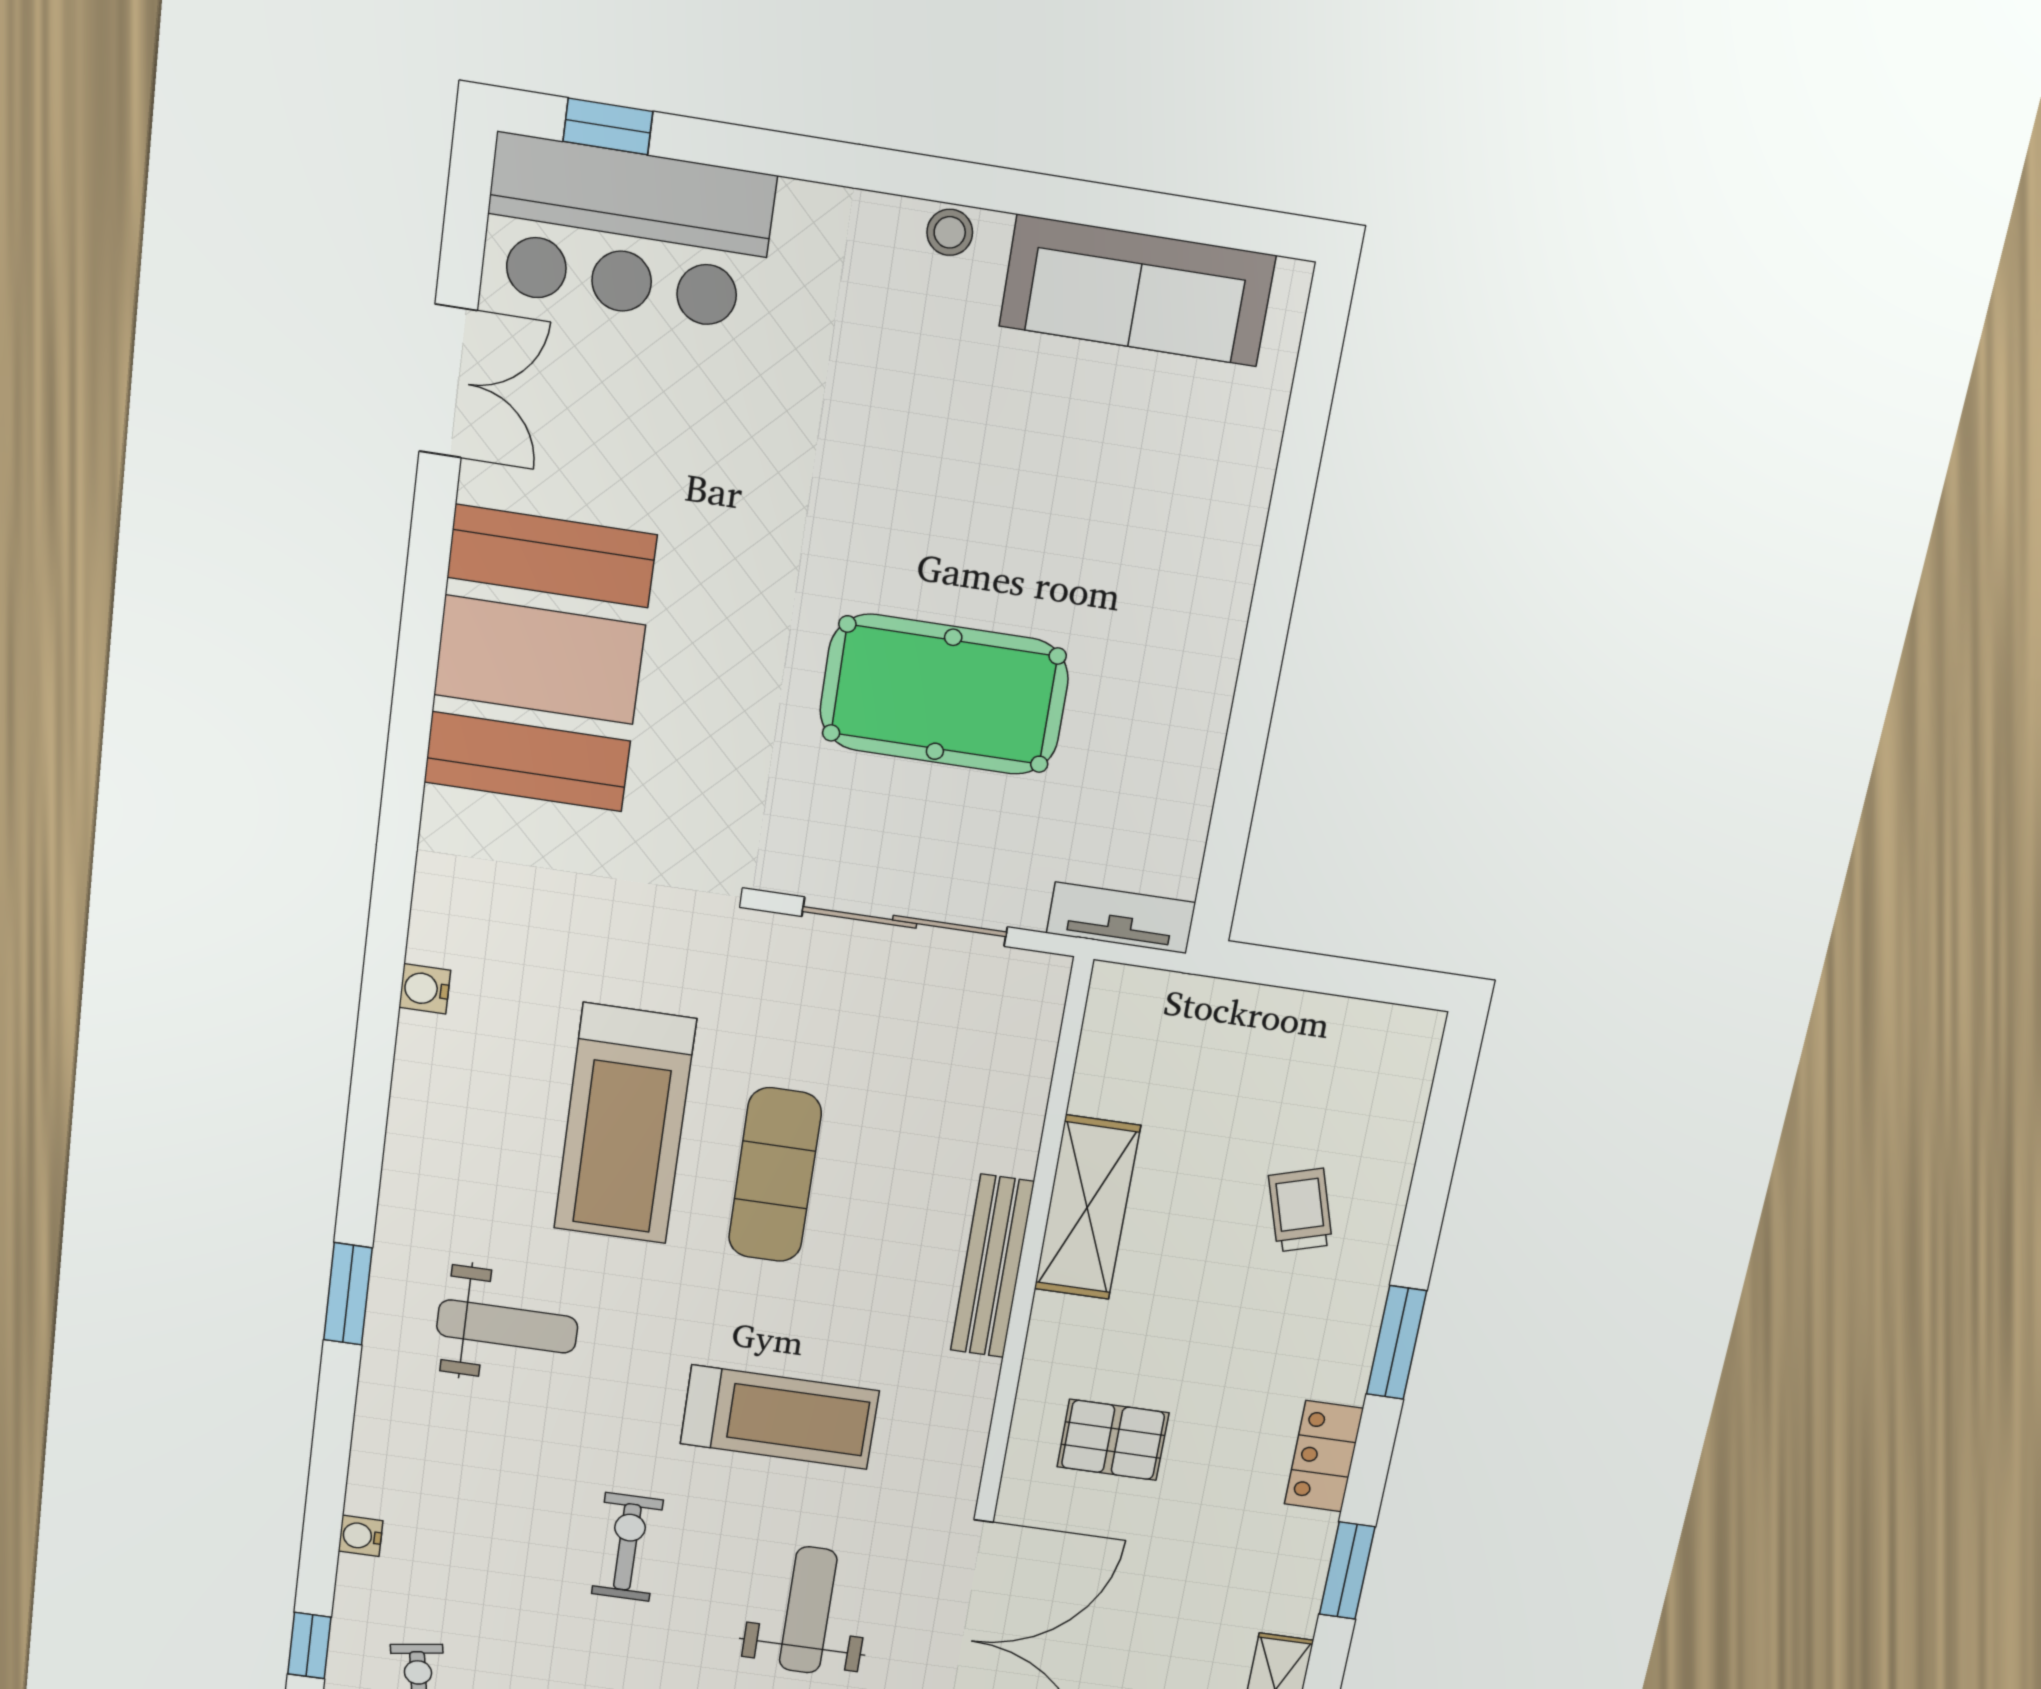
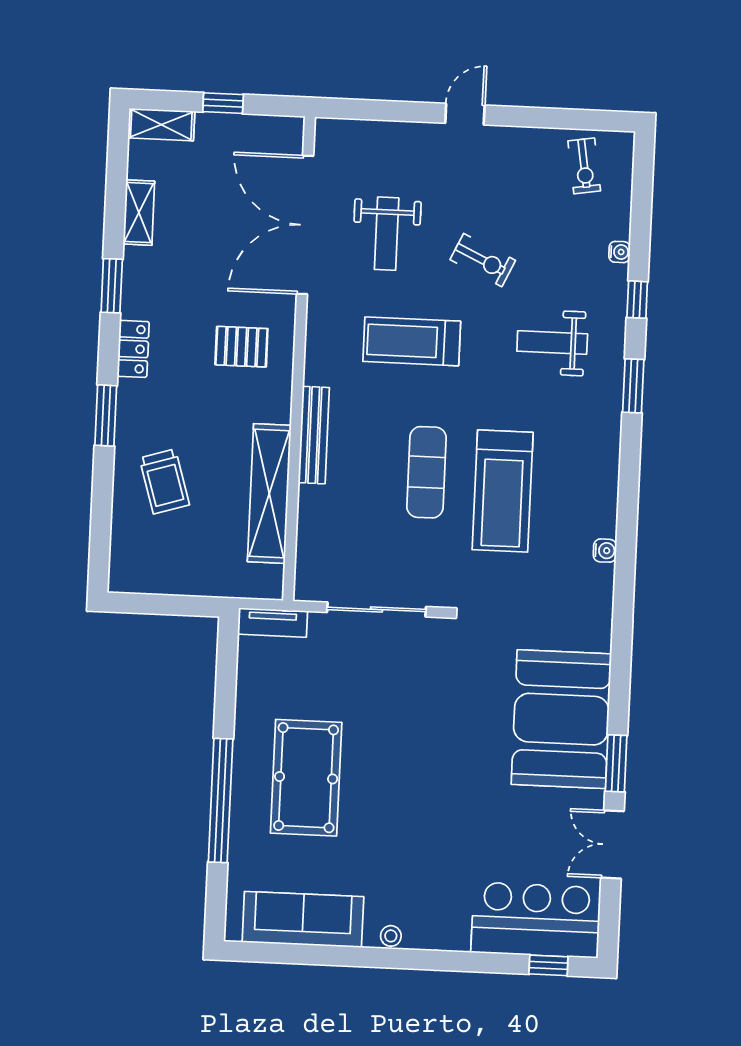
window: (429, 555) -> (616, 763), added
window: (1279, 567) -> (221, 801), added
pool table: (944, 695) -> (306, 778), moved, turned 90
treadmill: (625, 1124) -> (503, 491), turned 180
shelving: (1087, 1208) -> (269, 493), width x1.47
trolley: (1300, 1210) -> (164, 481), width x1.36, depth x1.39
weight bench: (507, 1326) -> (552, 343), moved
exercise bike: (627, 1547) -> (483, 260), turned -65
window: (309, 1646) -> (637, 300), moved

